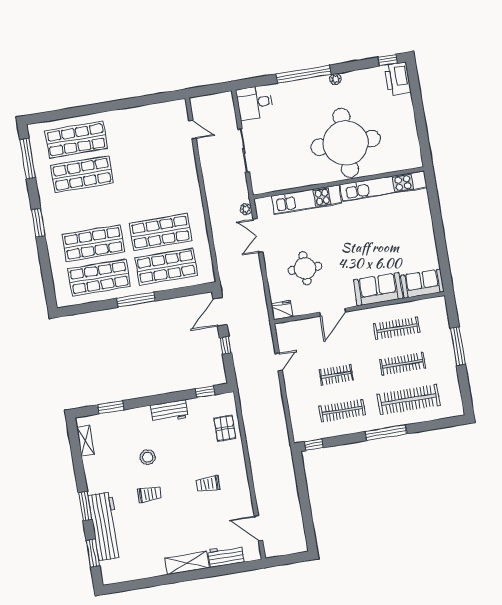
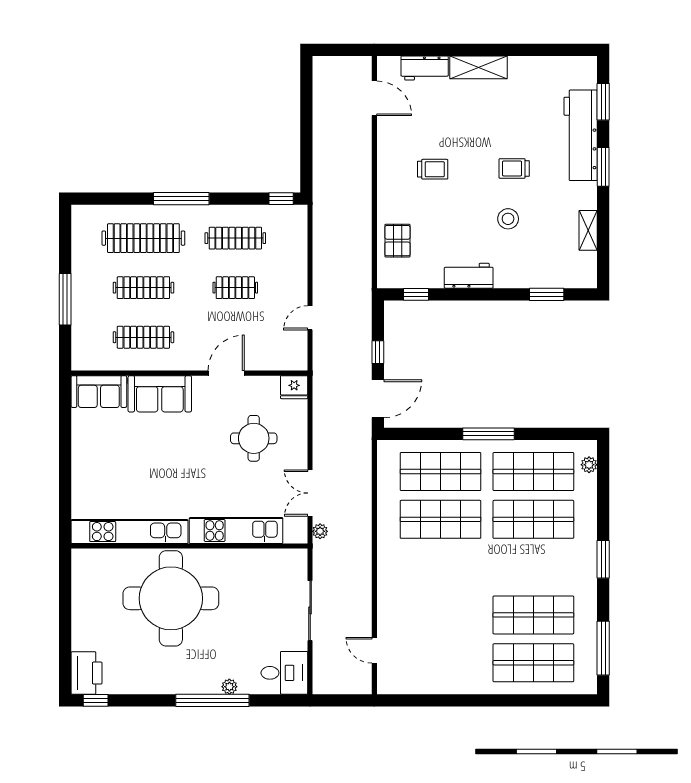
plant: (335, 79) -> (229, 687), moved
double door: (258, 236) -> (310, 493), swing flipped
plant: (60, 289) -> (589, 465), added
shelving: (85, 441) -> (588, 230), moved

